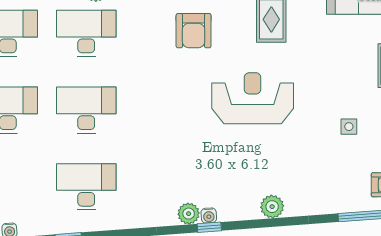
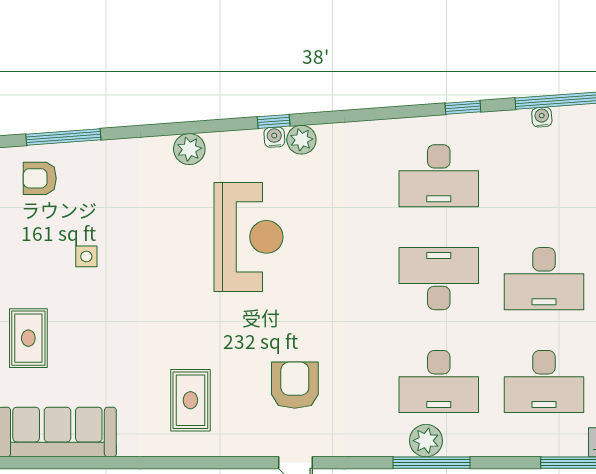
reception desk: (253, 98) -> (249, 237), moved, turned -90
desk: (86, 110) -> (439, 279), turned 180

